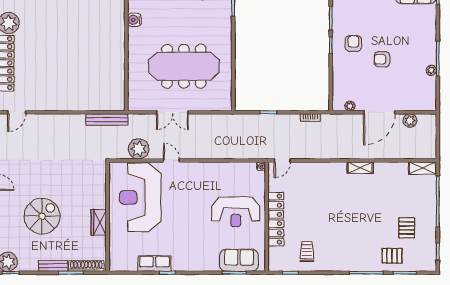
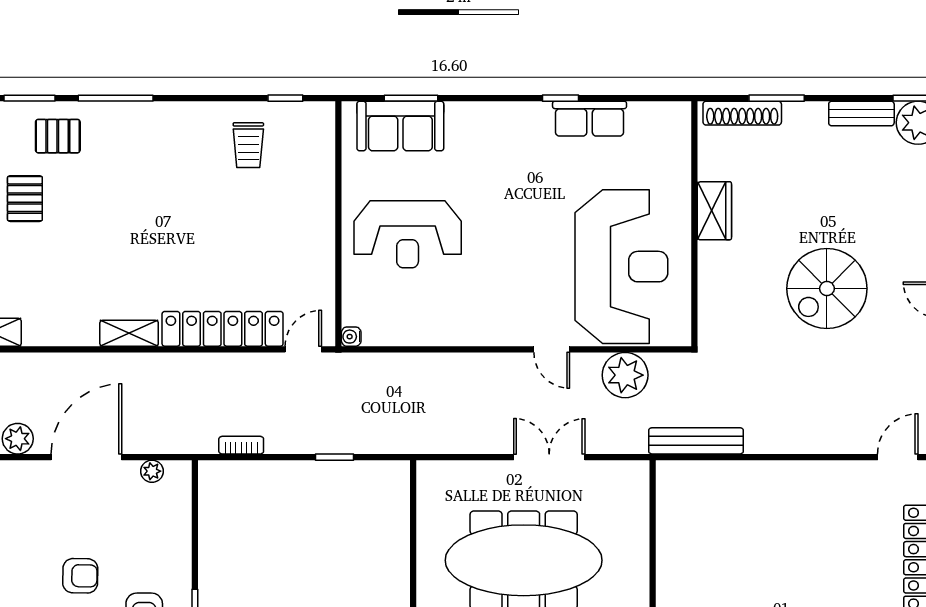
reception desk: (236, 212) -> (408, 234), turned 180
spiral stairs: (42, 216) -> (827, 289), moved
locker: (276, 219) -> (223, 329), moved, turned 90
bench: (53, 266) -> (861, 113), moved

